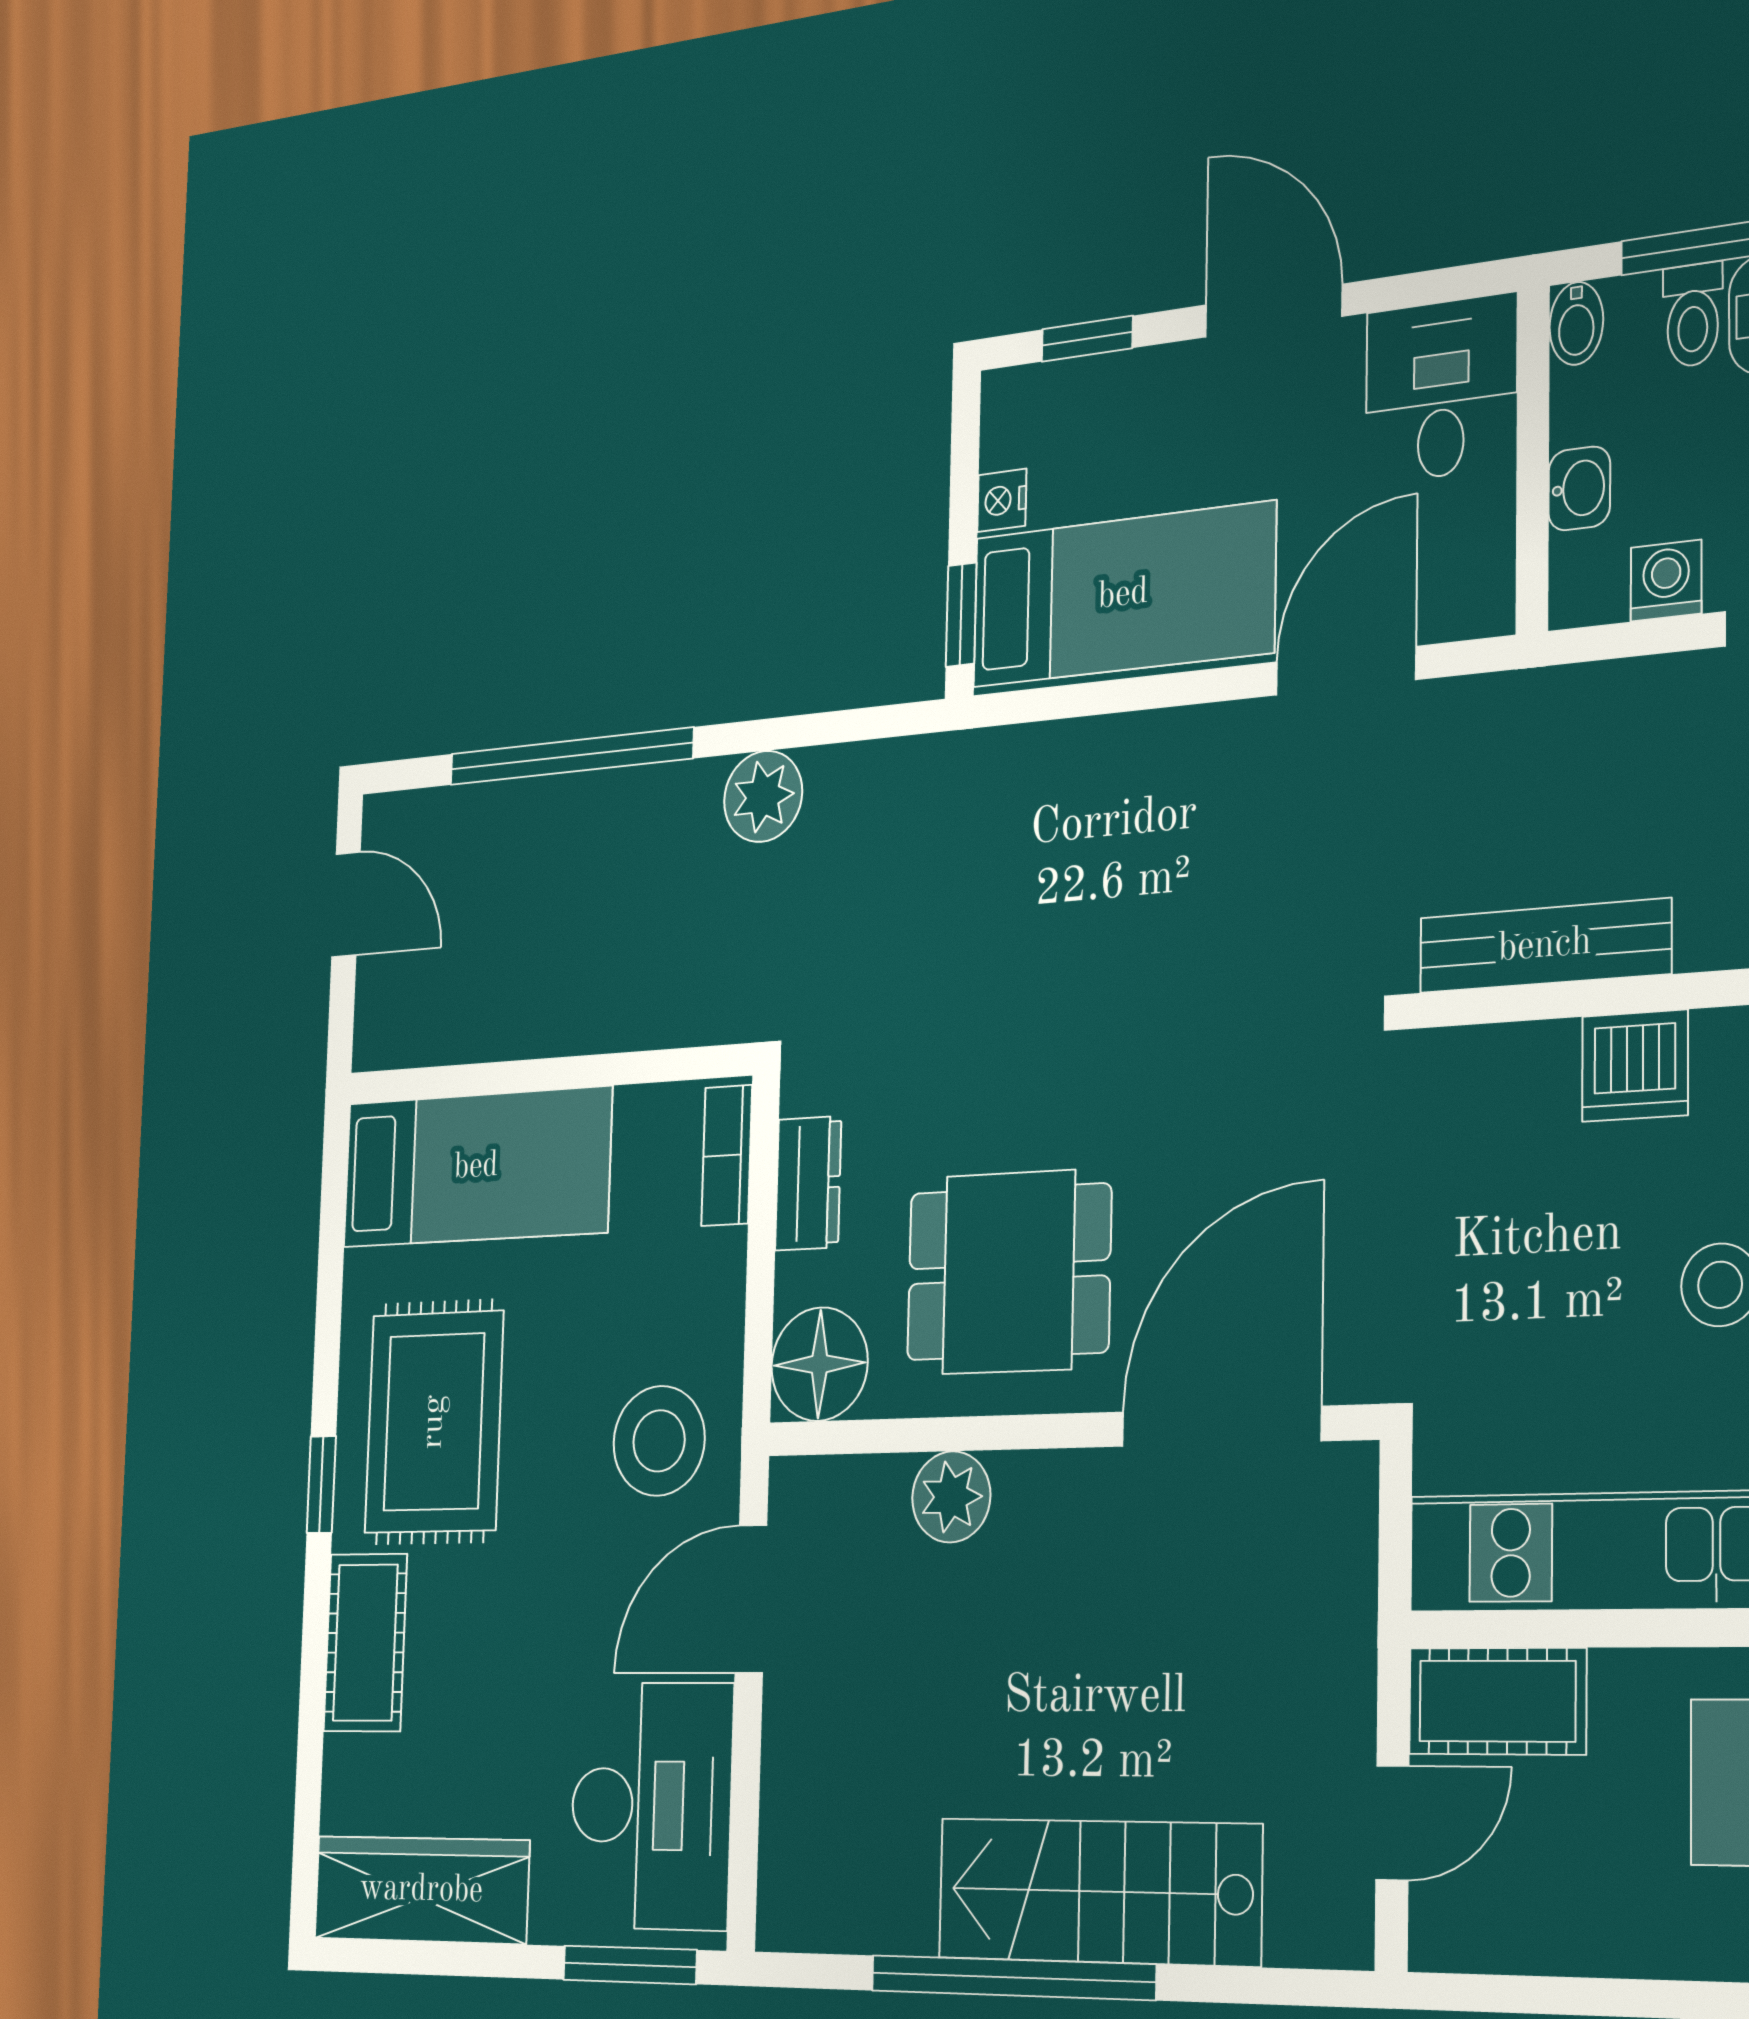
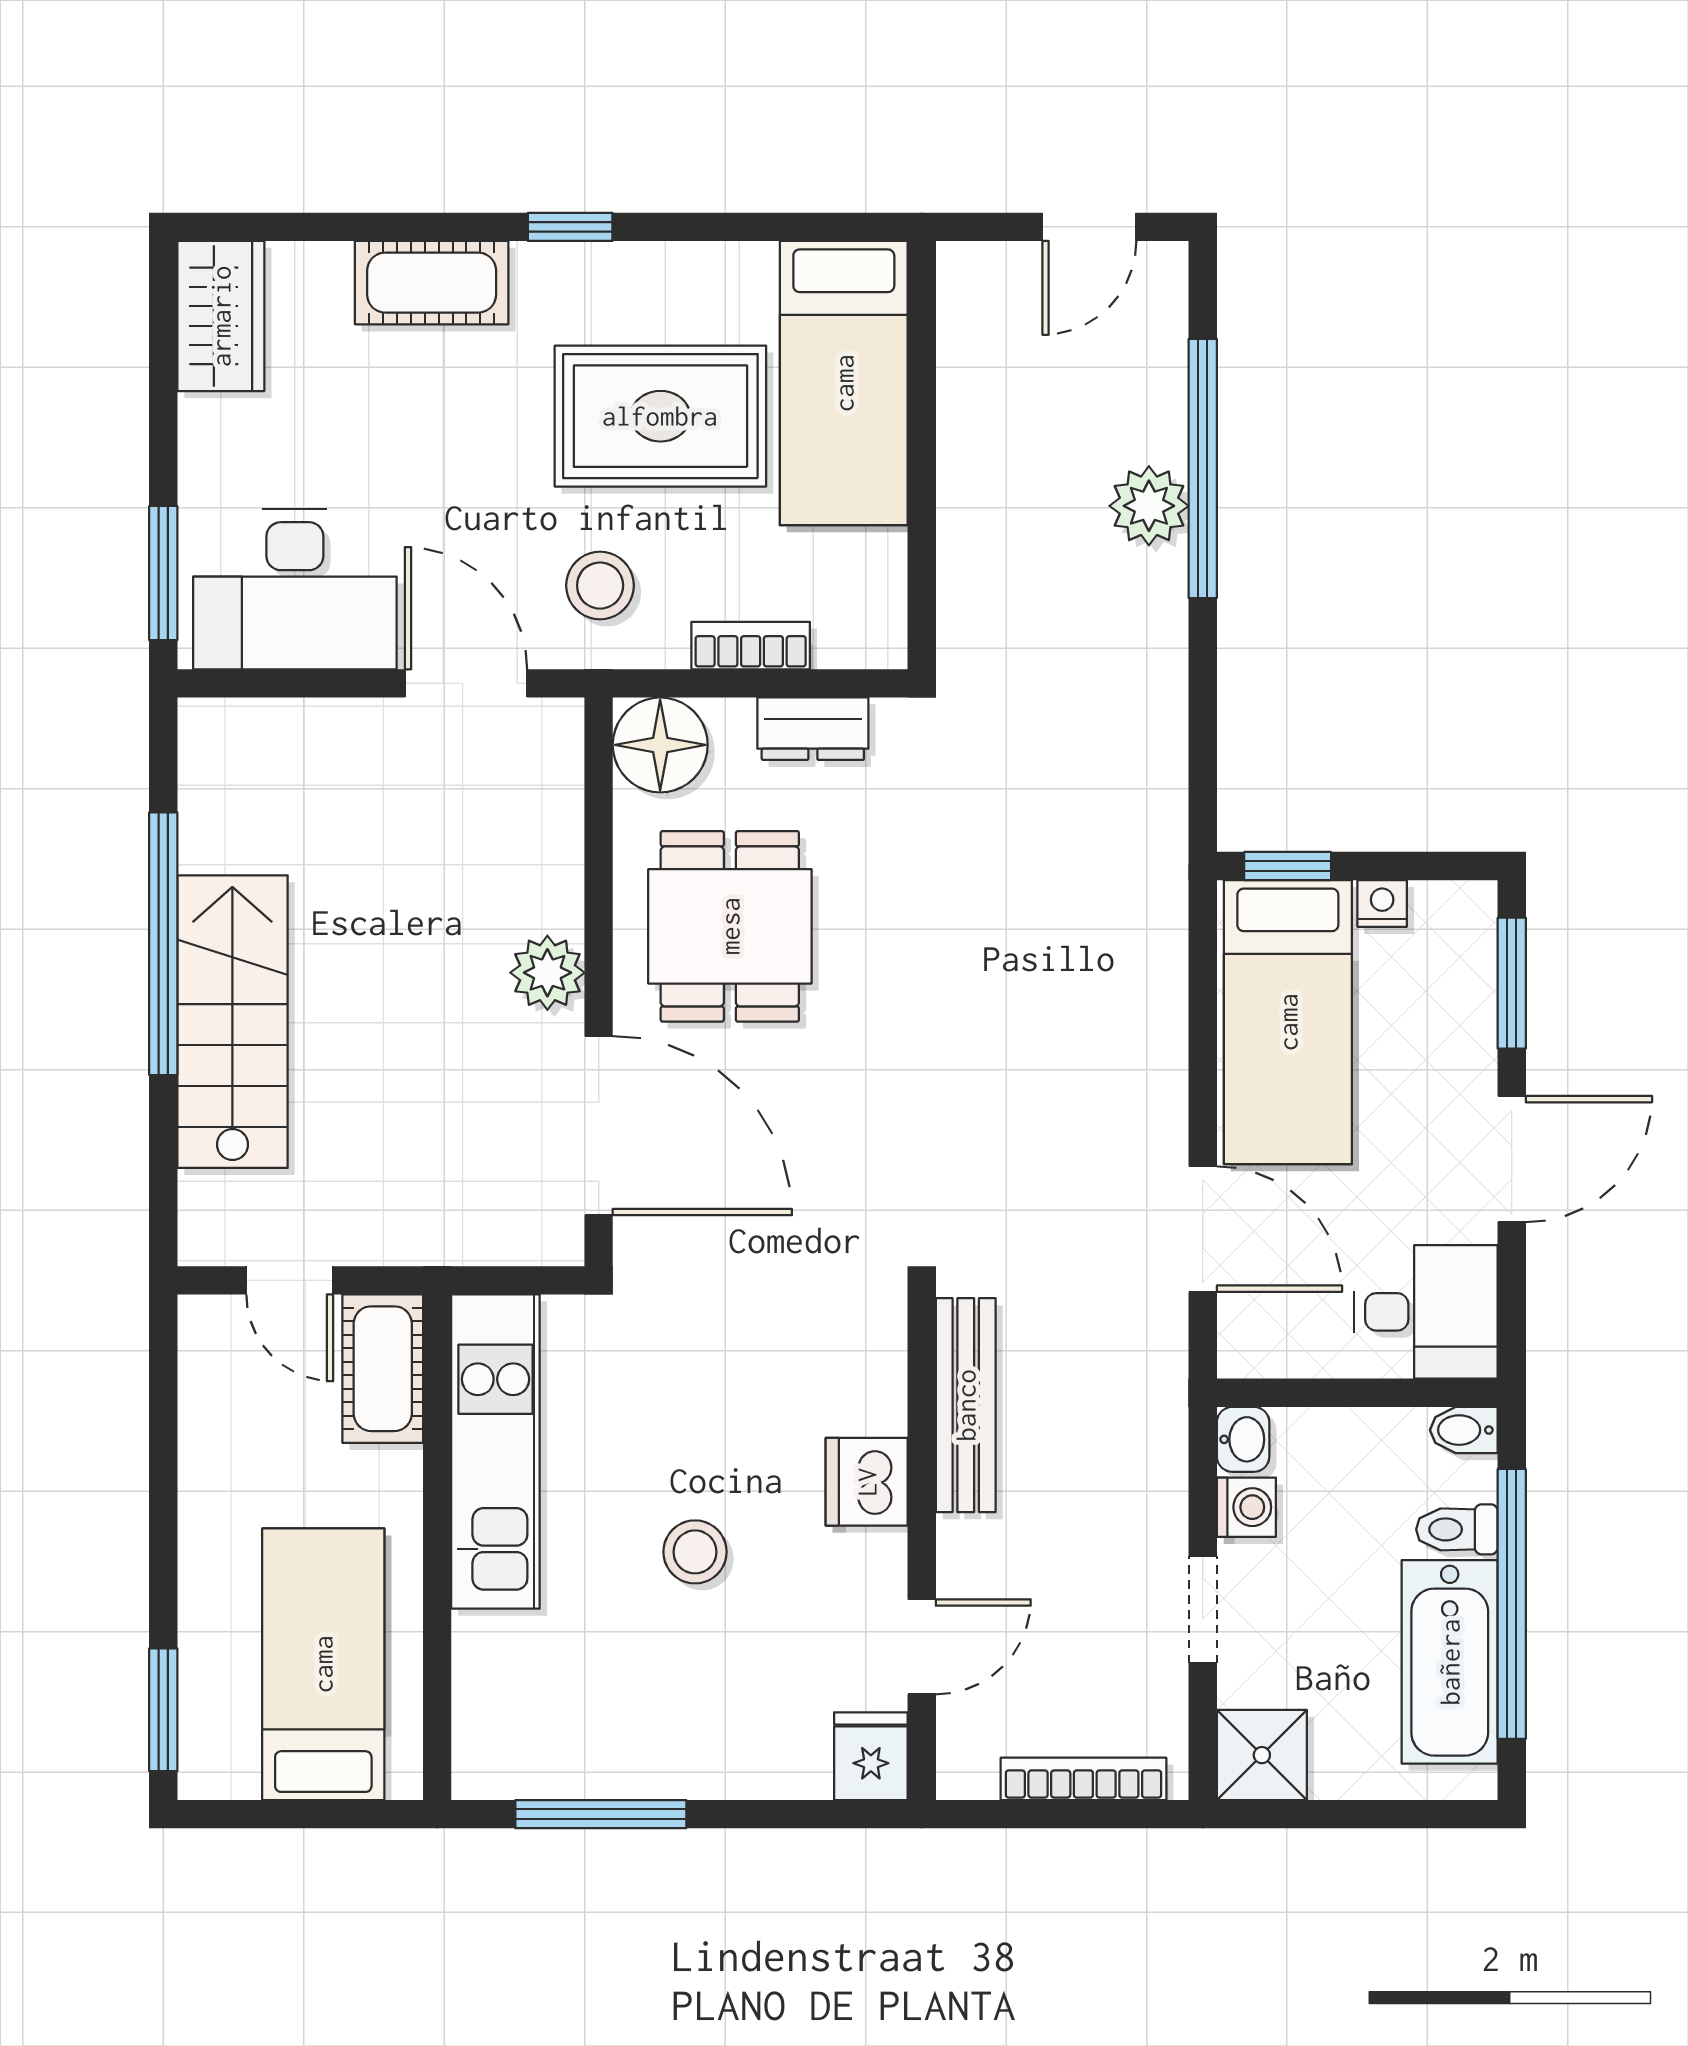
window: (1087, 339) -> (1512, 983), width x1.50
washbasin: (1579, 488) -> (1243, 1439), moved, turned -90
plant: (763, 796) -> (1149, 506), moved
bookcase: (727, 1156) -> (751, 646), moved
rug: (434, 1422) -> (660, 416), moved
stool: (659, 1441) -> (600, 586), width x0.73, depth x0.73
plant: (951, 1497) -> (547, 973), moved
wardrobe: (421, 1890) -> (221, 316), width x0.67

